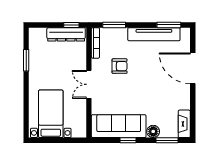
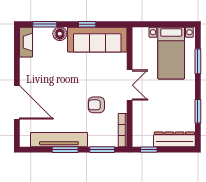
window: (169, 25) -> (65, 150), moved
dresser: (66, 34) -> (174, 139), moved
window: (26, 106) -> (198, 61), added

